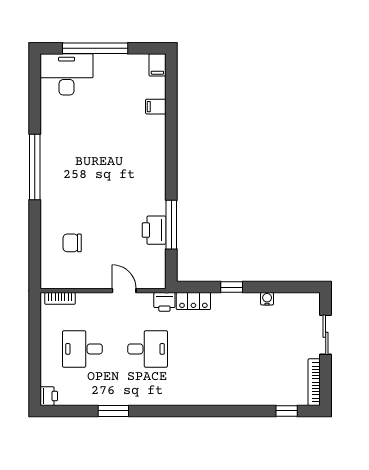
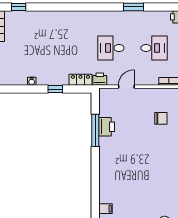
door: (124, 291) -> (126, 87), swing flipped

